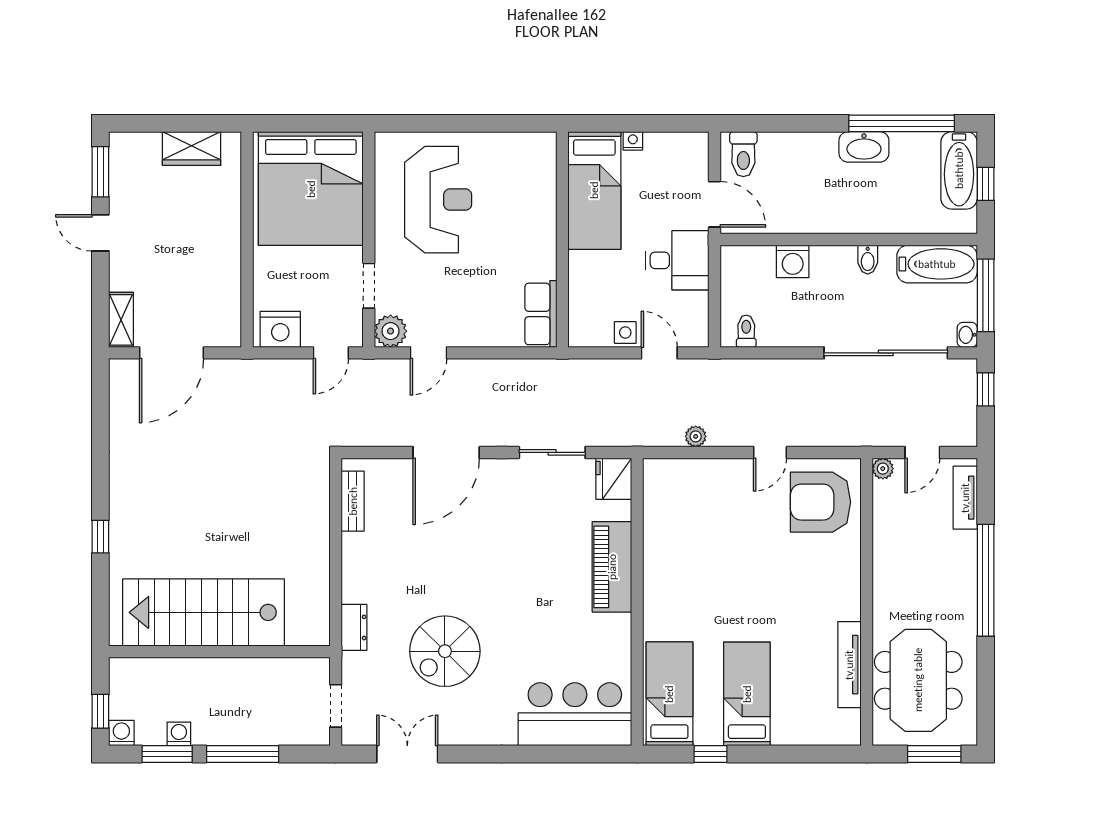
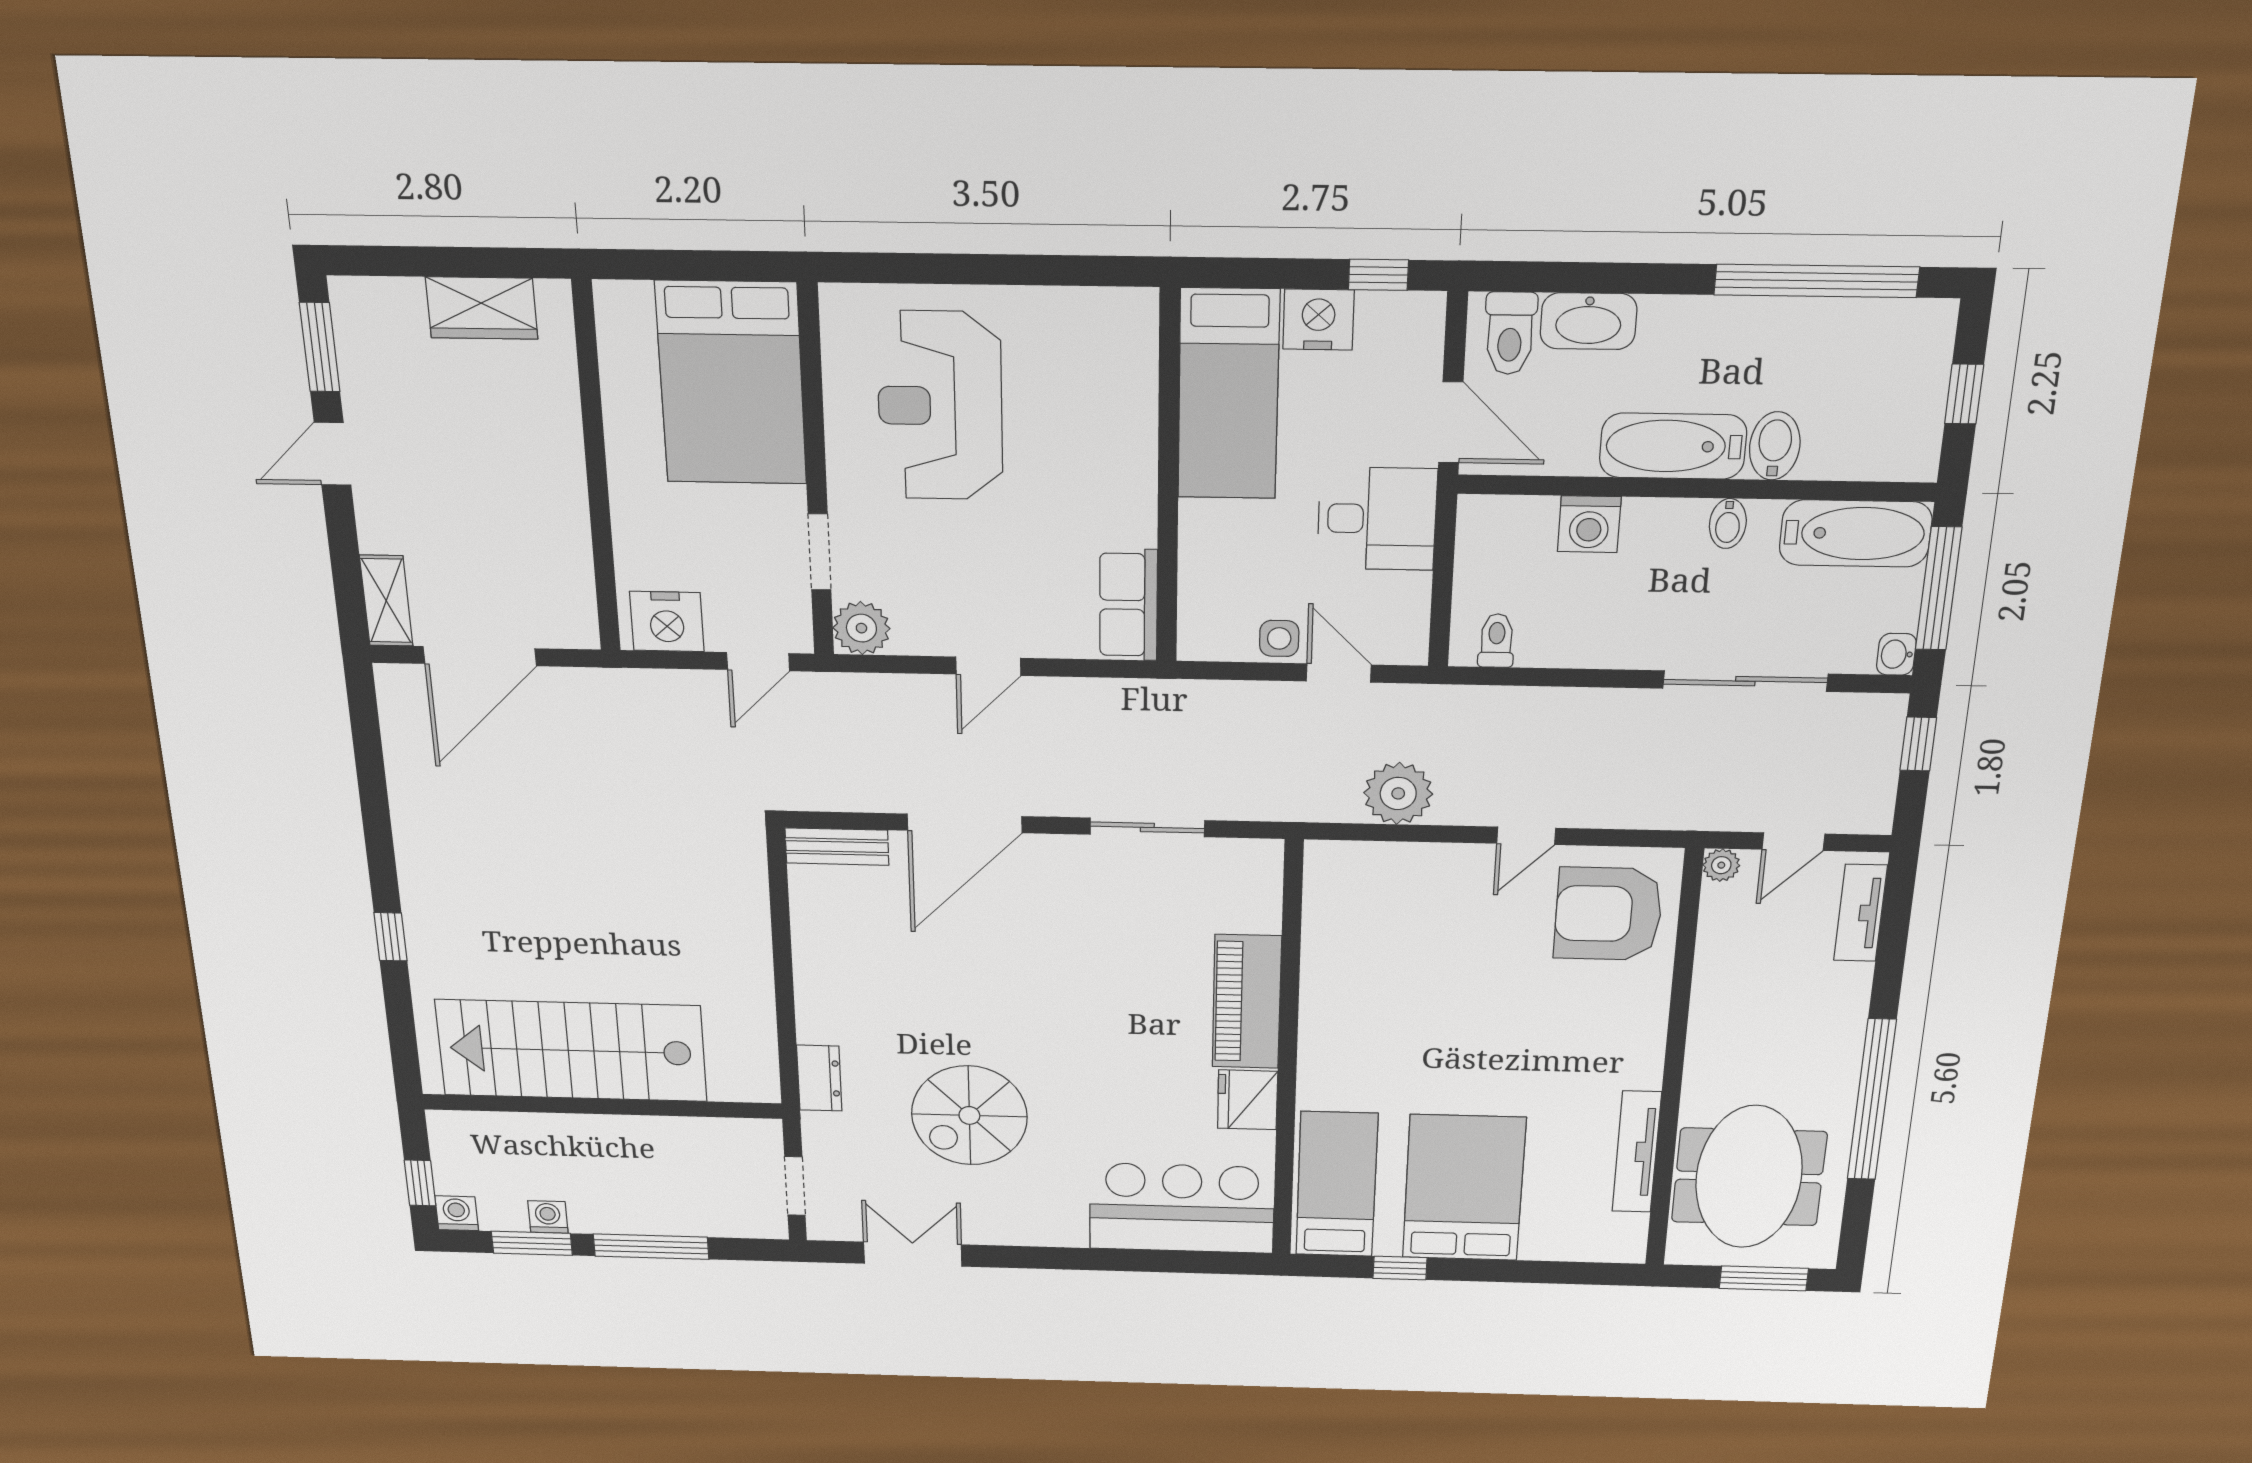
window: (672, 123) -> (1378, 275), added
nightstand: (633, 141) -> (1318, 320), width x1.89, depth x1.79
washbasin: (864, 147) -> (1589, 321), moved
bathtub: (959, 170) -> (1673, 446), moved, turned 90
bed: (311, 189) -> (731, 383), width x0.73
reception desk: (438, 200) -> (940, 406), turned 180
bidet: (889, 215) -> (1775, 446), added
door: (100, 233) -> (333, 454), hinge flipped
door: (429, 353) -> (988, 666), moved
sliding door: (886, 353) -> (1745, 681), width x0.73
plant: (696, 436) -> (1398, 793), width x1.88, depth x1.88
fridge: (614, 479) -> (1248, 1100), moved
bench: (353, 501) -> (837, 847), moved, turned 90
window: (986, 580) -> (1872, 1100), moved
bed: (747, 694) -> (1464, 1188), width x1.50

